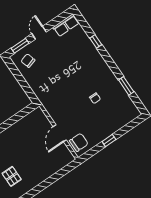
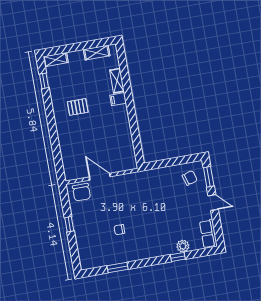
plant: (85, 41) -> (183, 246), added

